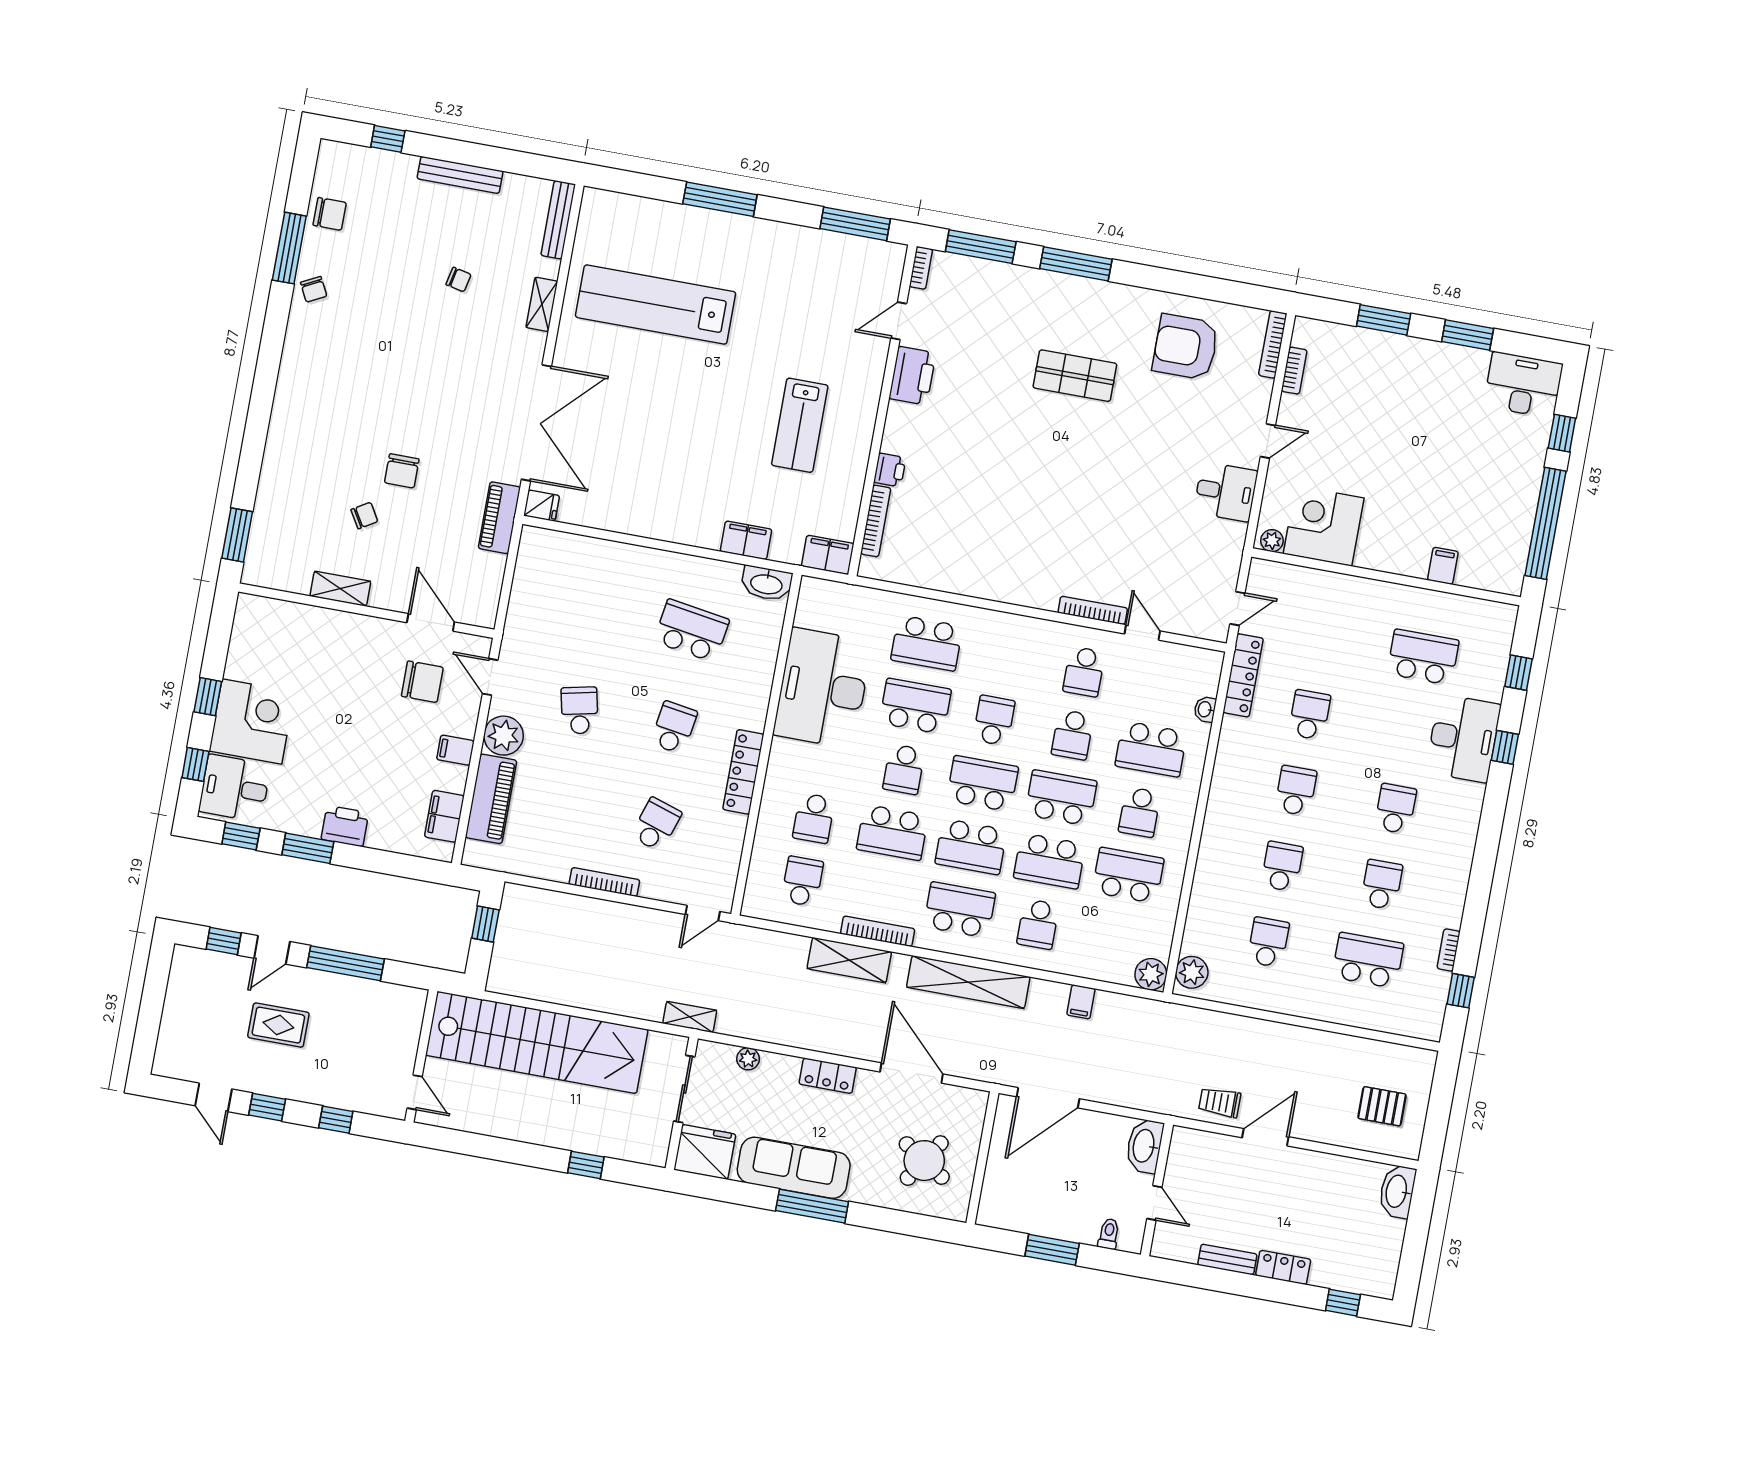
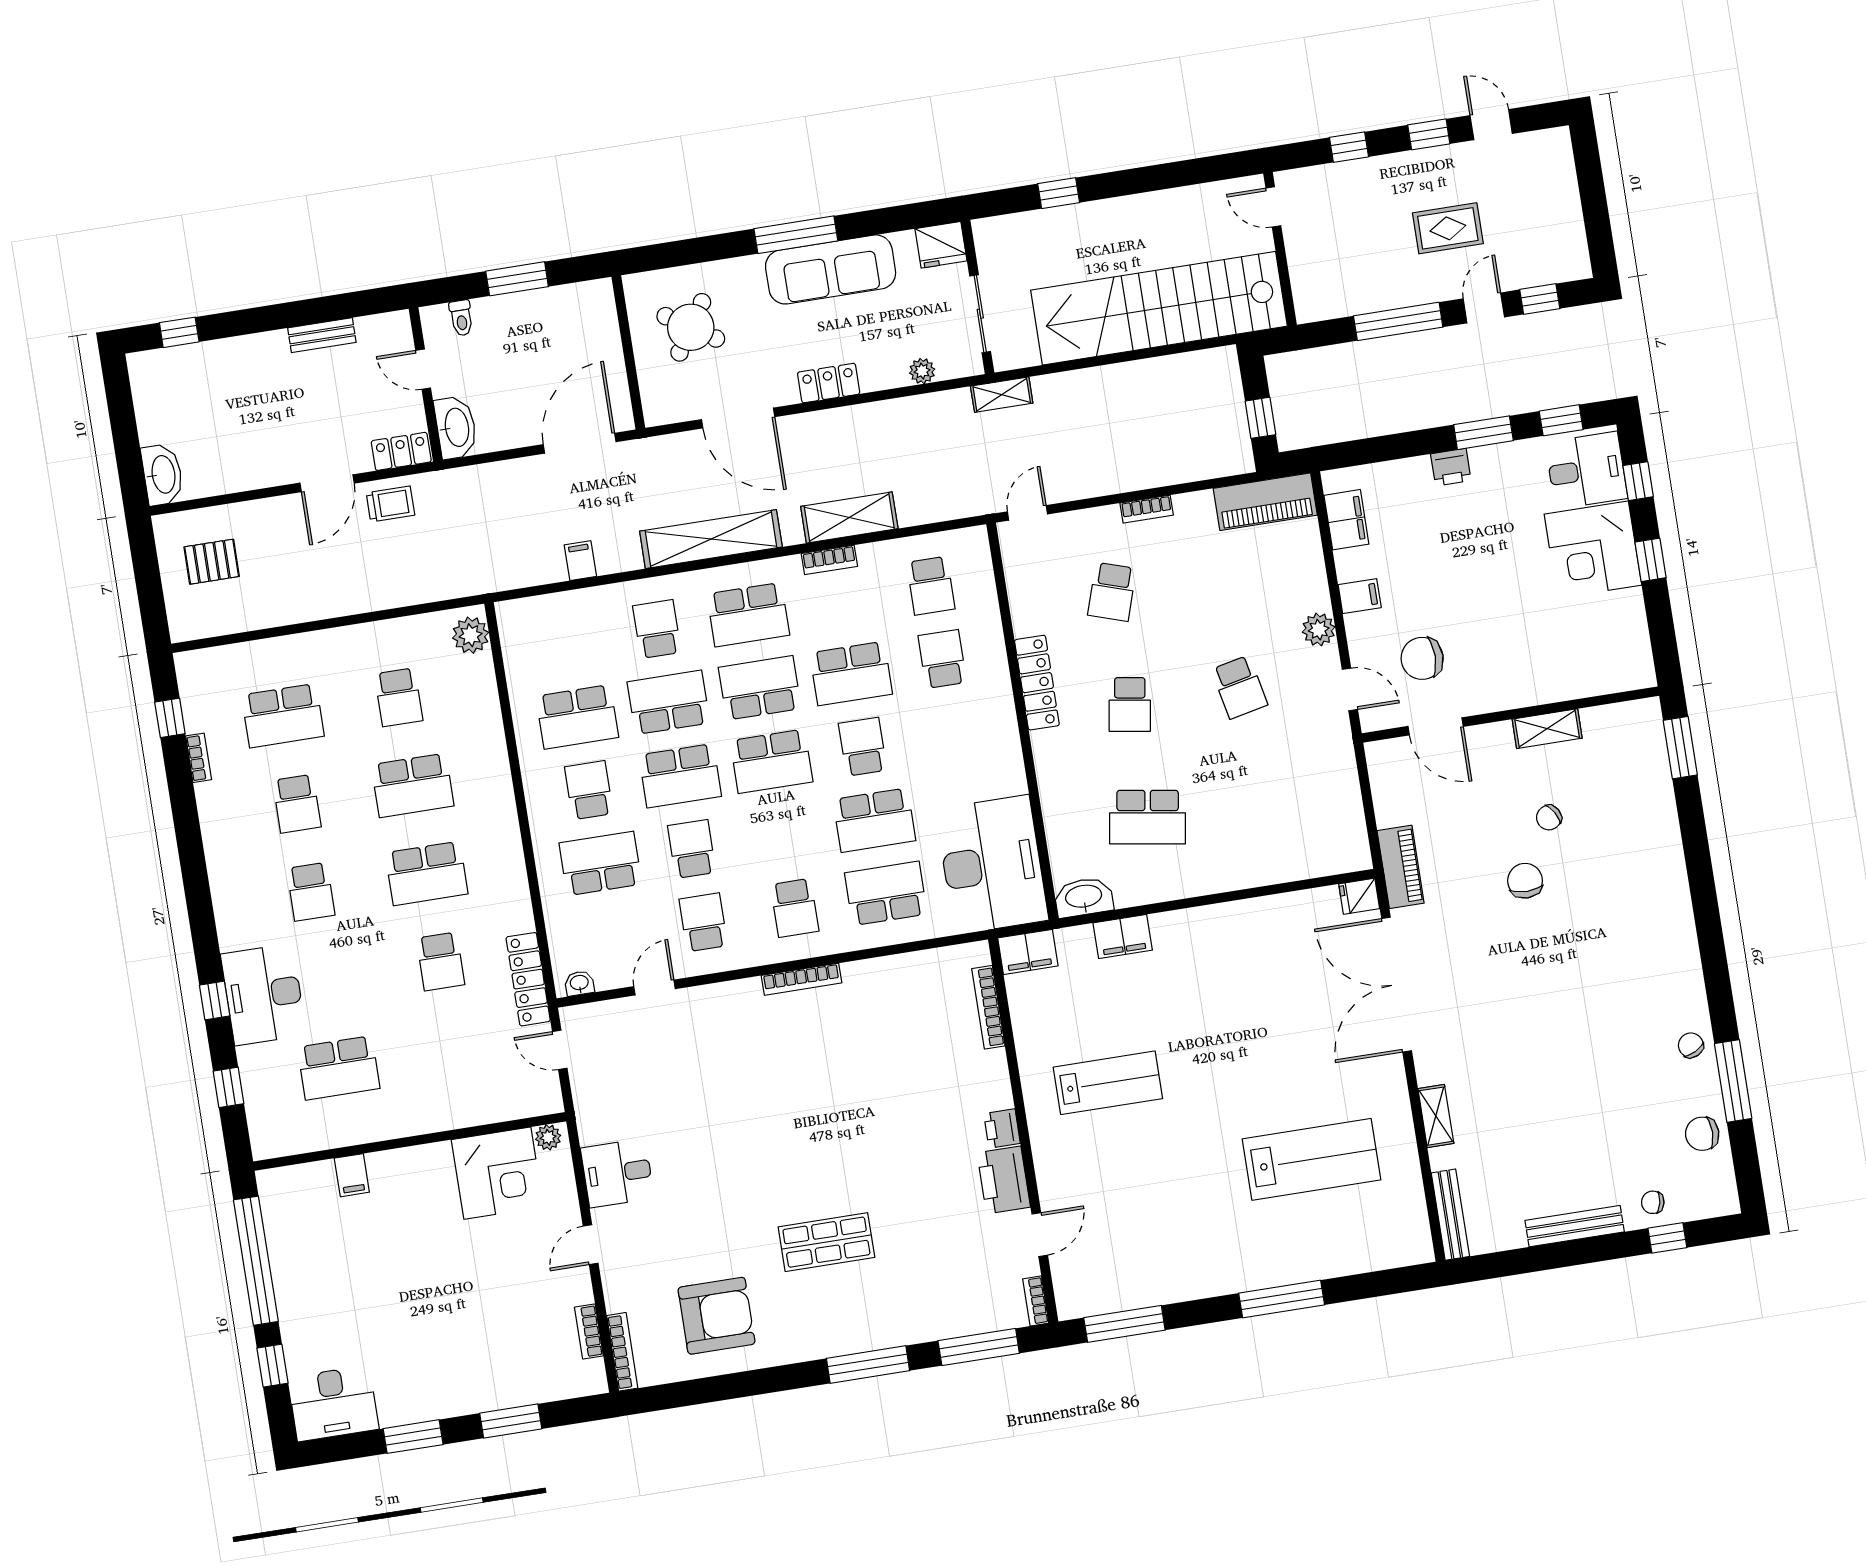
chair: (459, 280) -> (1653, 1202), moved
lab bench: (656, 305) -> (1312, 1159), width x0.73
lab bench: (800, 425) -> (1108, 1083), turned 90
printer: (890, 470) -> (1002, 1128), moved
door: (1237, 609) -> (560, 1050), hinge flipped
bookcase: (1093, 610) -> (801, 979), moved
door: (1142, 632) -> (655, 988), swing flipped
desk: (823, 688) -> (992, 865), moved
washbasin: (1205, 709) -> (579, 983), moved, turned -90
school desk: (994, 720) -> (795, 908), moved
plant: (504, 736) -> (1319, 630), width x0.73, depth x0.73
school desk: (1296, 791) -> (427, 873), width x1.85
piano: (491, 799) -> (1265, 502), moved, turned -90
printer: (345, 826) -> (1451, 467), width x0.73, depth x0.81
school desk: (892, 832) -> (851, 673), turned 180
school desk: (1282, 866) -> (413, 785), width x1.85
bookcase: (604, 882) -> (1147, 509), width x0.64
bookcase: (878, 931) -> (829, 560), width x0.64
plant: (1151, 974) -> (515, 617), removed
fridge: (705, 1152) -> (941, 245), width x0.73, depth x0.75
locker: (1283, 1267) -> (401, 451), moved, turned 180

